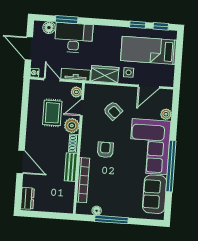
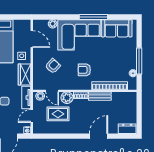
window: (171, 166) -> (93, 17), width x0.68

